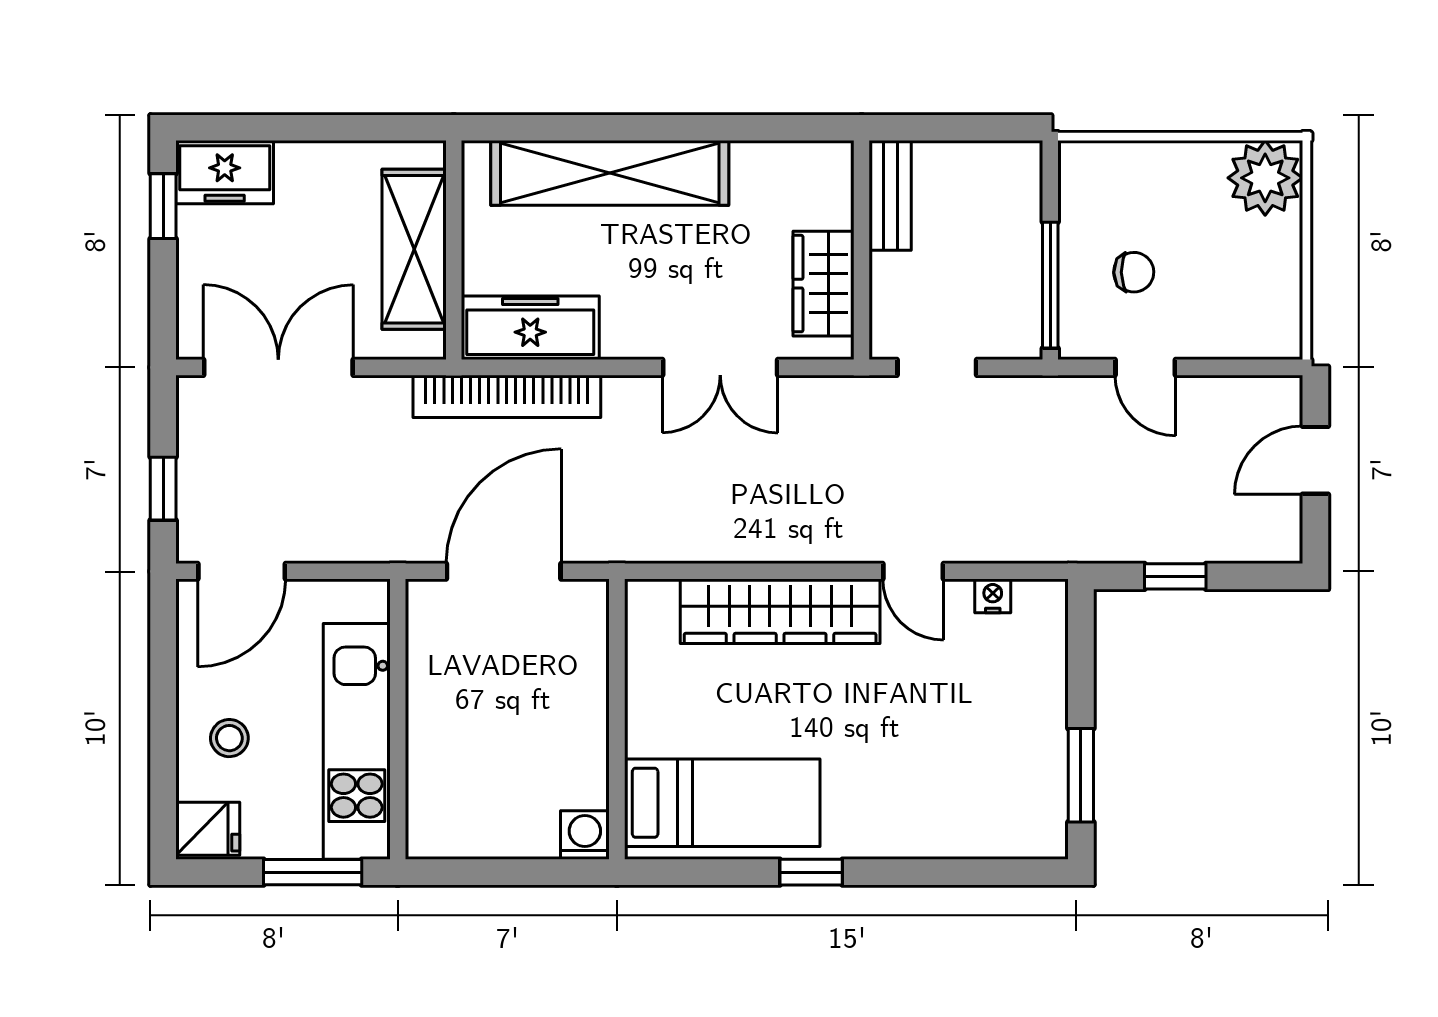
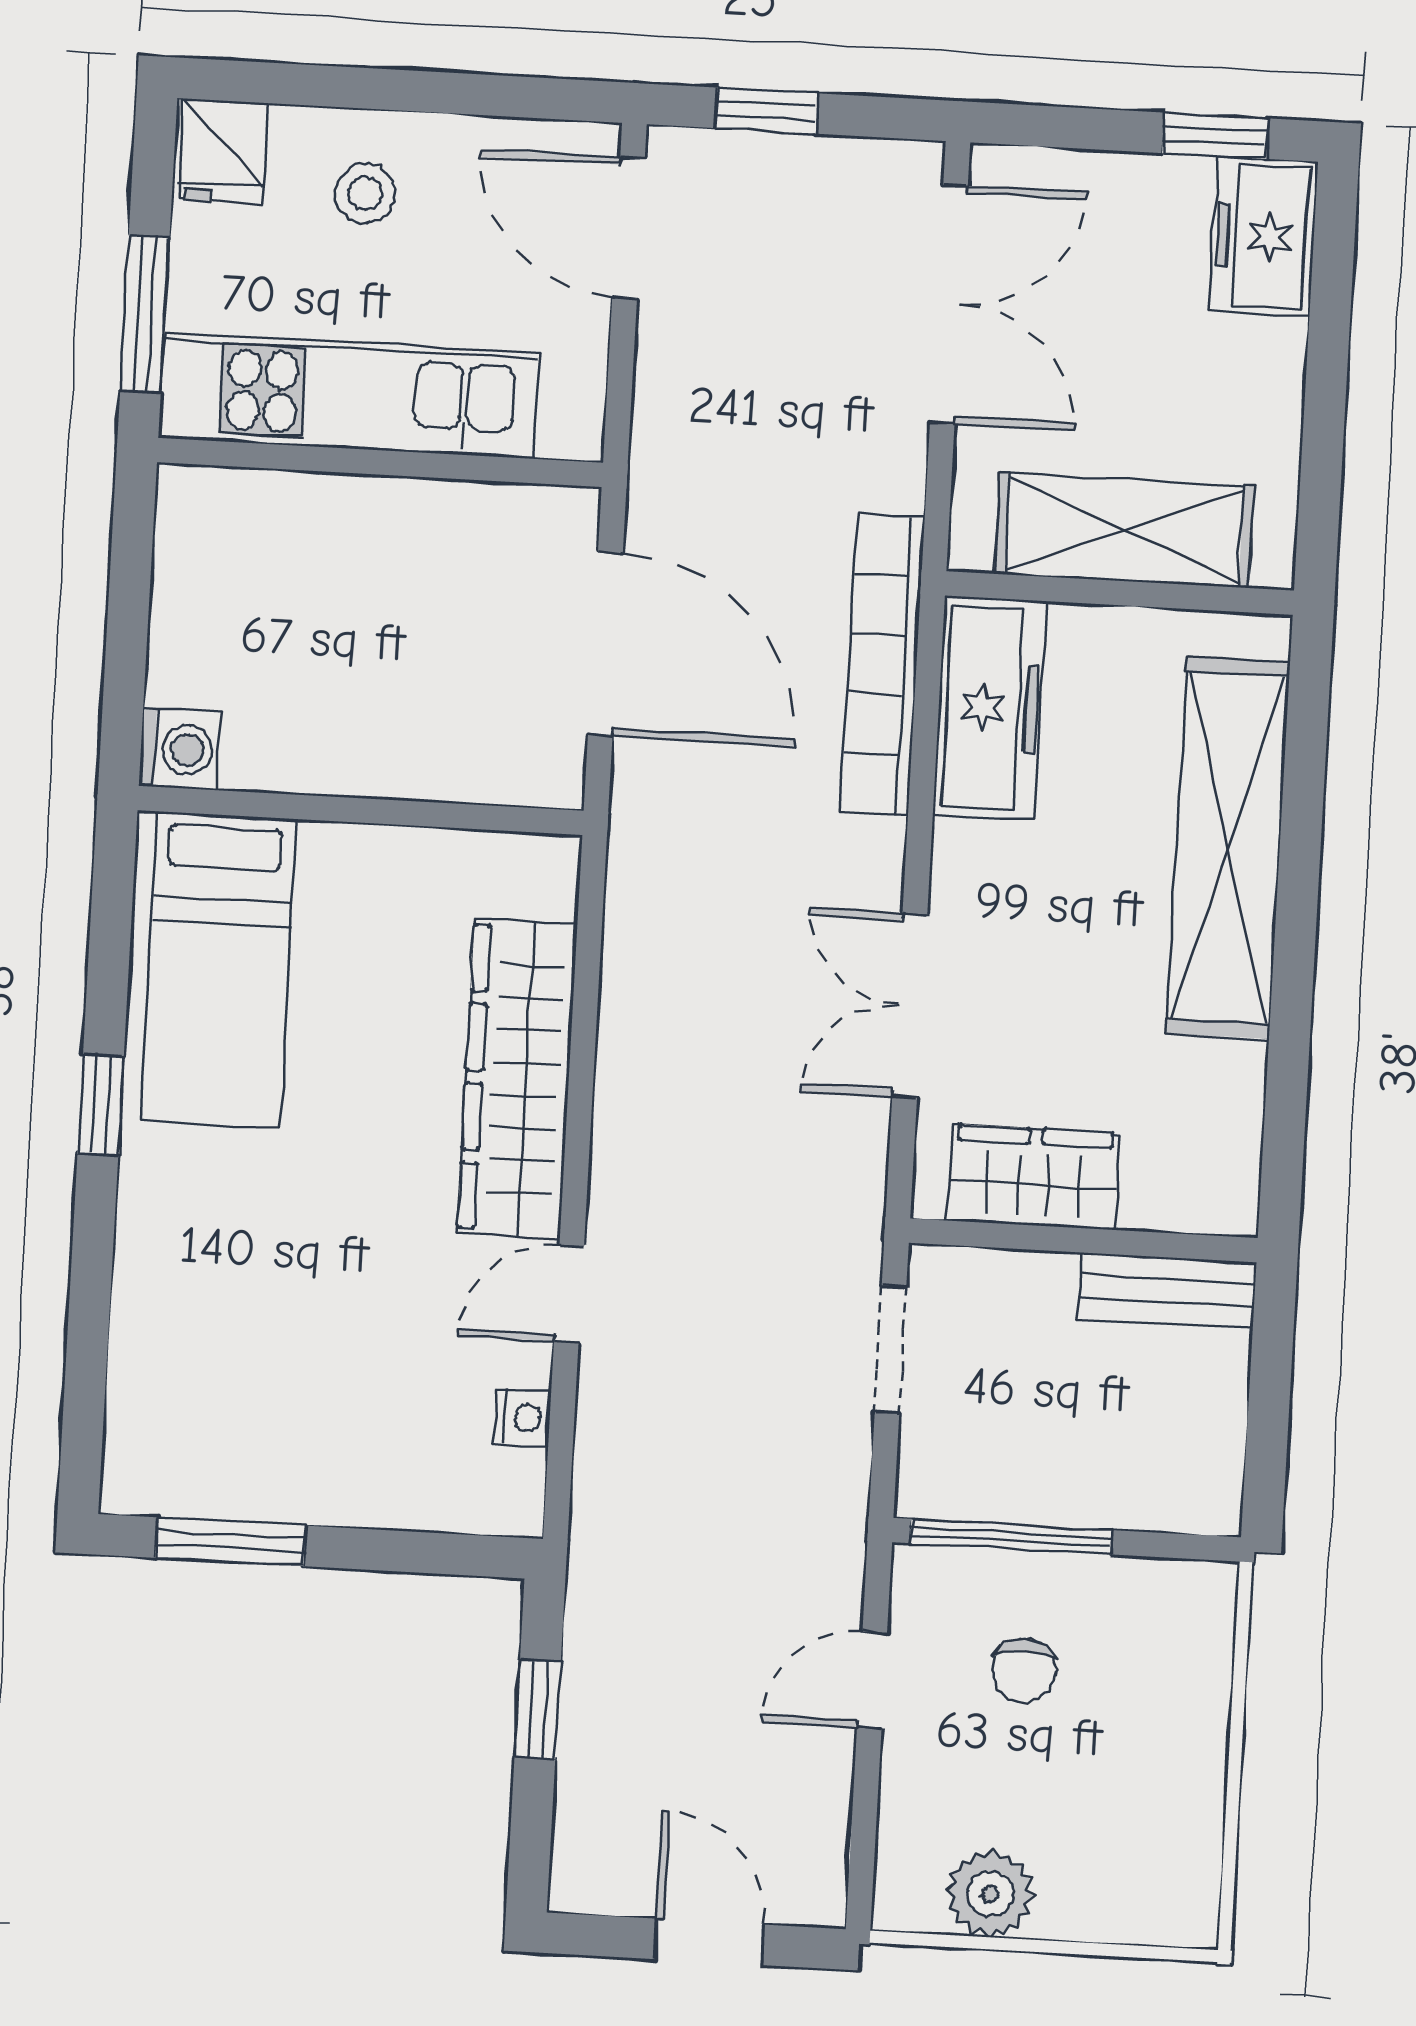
plant: (1265, 178) -> (990, 1894), moved, width x0.73, depth x0.73

